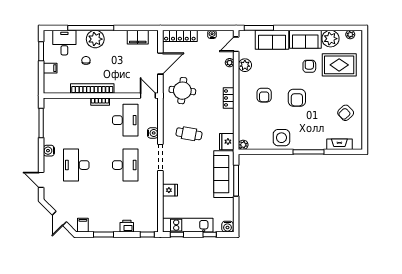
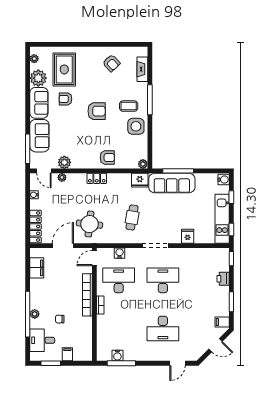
plant: (95, 39) -> (35, 314), width x0.53, depth x0.53
door: (160, 64) -> (63, 246), hinge flipped
bookcase: (92, 88) -> (87, 295), moved
armchair: (264, 95) -> (107, 157), moved
coffee table: (302, 130) -> (129, 106), added
water cooler: (153, 133) -> (120, 253), moved
water cooler: (49, 151) -> (117, 356), moved

